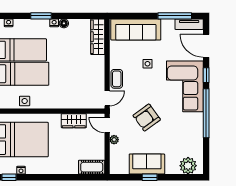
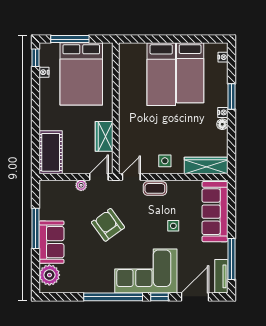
door: (107, 98) -> (131, 177), swing flipped
side table: (25, 101) -> (165, 161), moved
sofa: (147, 164) -> (51, 242), moved
cot: (92, 167) -> (51, 152), width x1.37, depth x1.34
window: (150, 177) -> (35, 228), width x2.17

